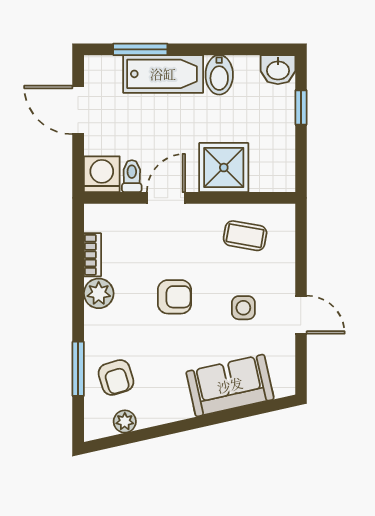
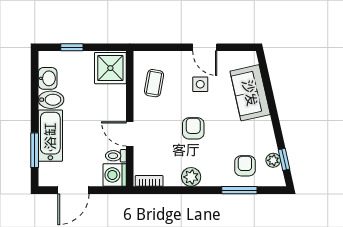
washbasin: (278, 70) -> (48, 78), moved
shower: (224, 168) -> (110, 68), moved
bookcase: (93, 255) -> (149, 181), moved
door: (301, 315) -> (205, 47), swing flipped
armchair: (116, 377) -> (245, 166), turned -73
window: (126, 438) -> (284, 159), added

